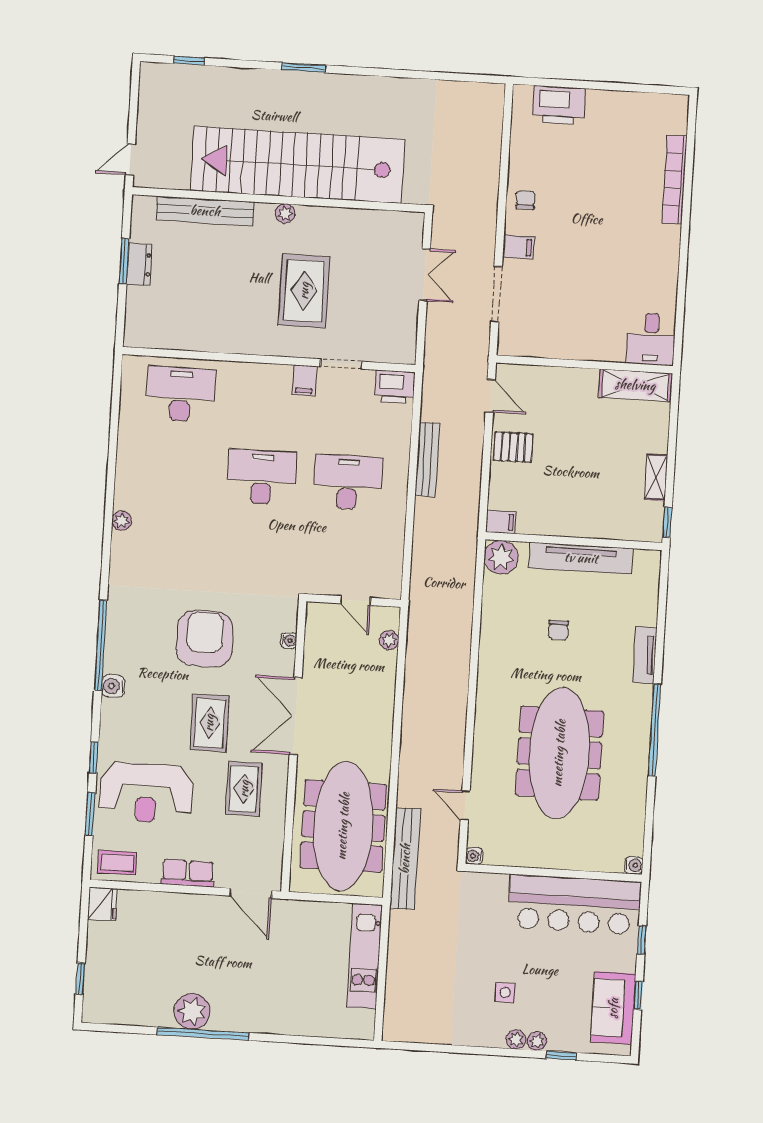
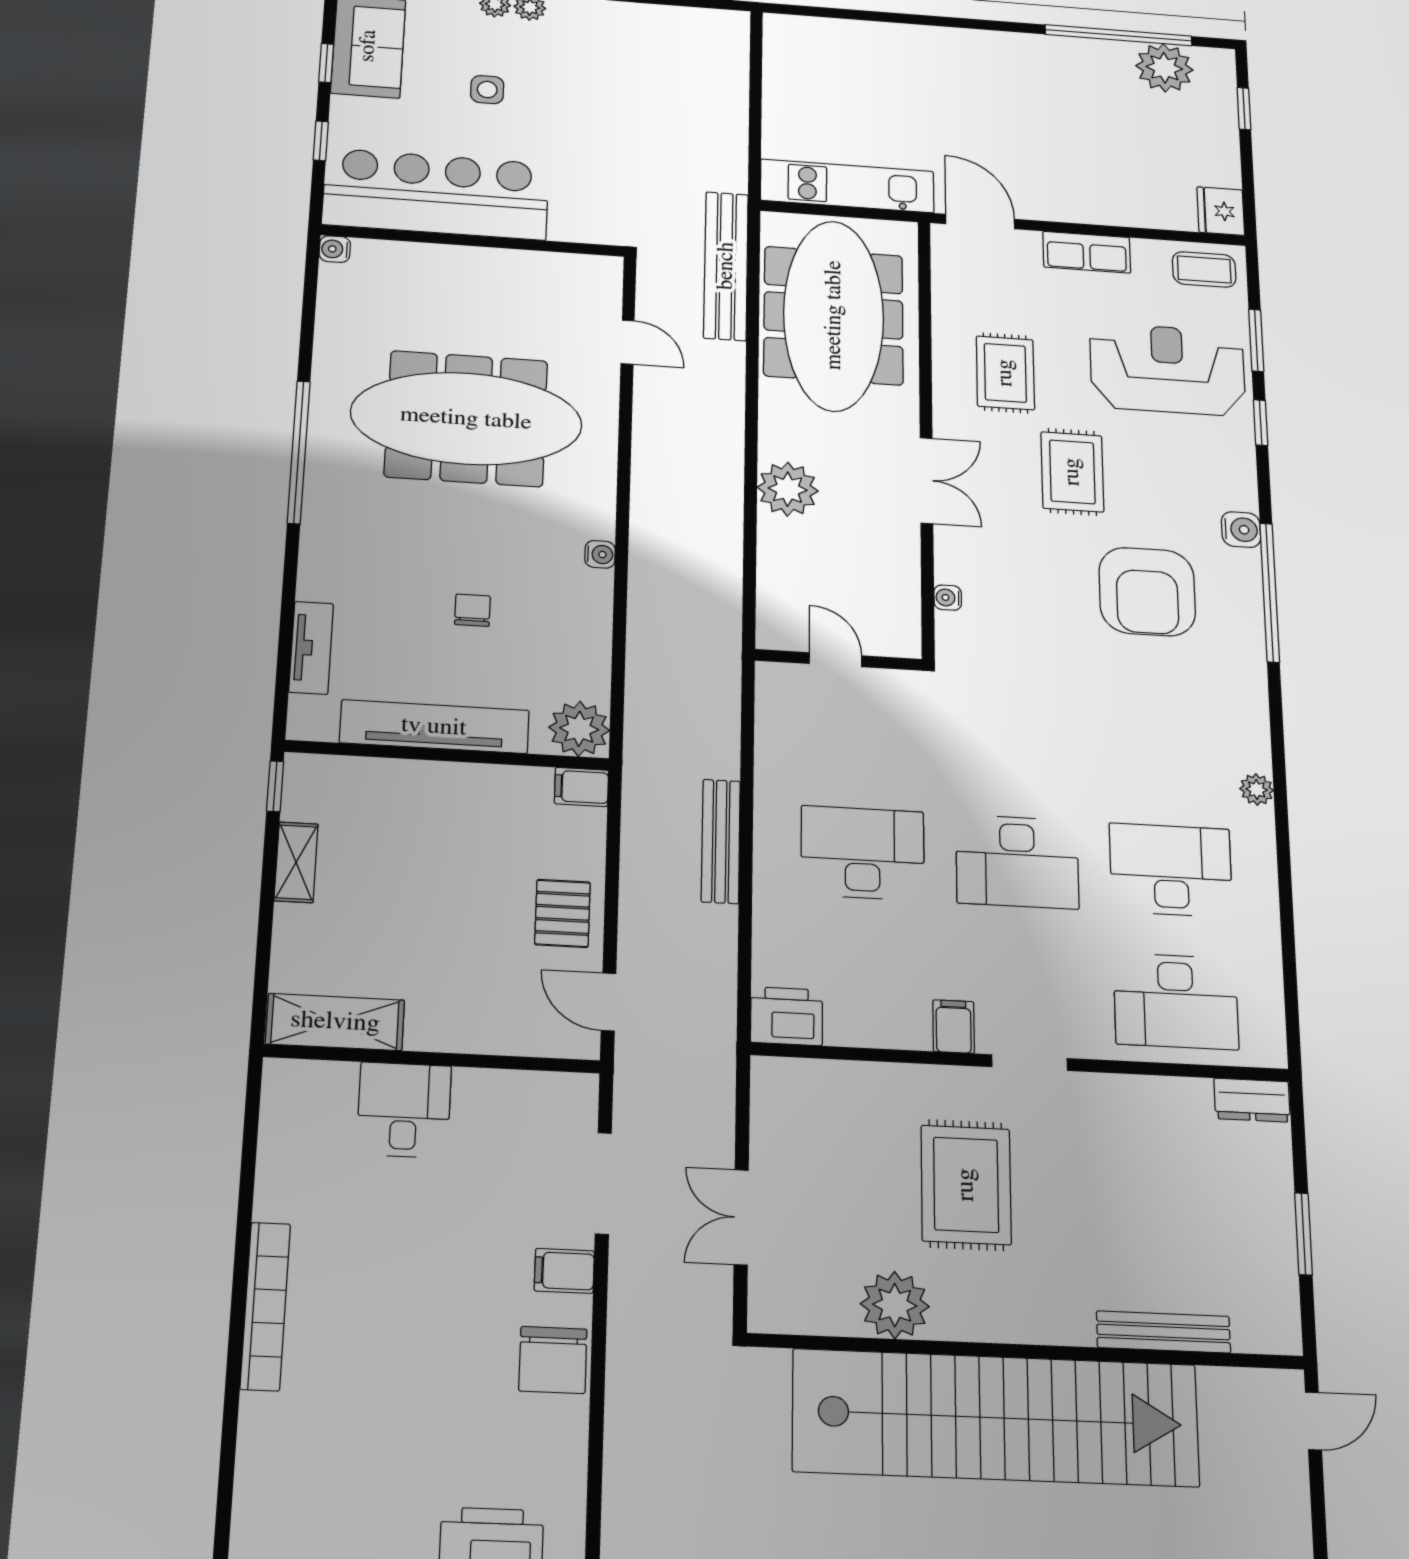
bookcase: (675, 180) -> (265, 1306), moved
chair: (525, 200) -> (553, 1360), width x1.87, depth x1.87
bench: (205, 211) -> (1163, 1332), width x0.73, depth x0.82
plant: (285, 213) -> (895, 1305), moved, width x1.88, depth x1.88
dresser: (139, 264) -> (1252, 1100), moved, turned -90
desk: (651, 339) -> (404, 1110), moved
doorway: (341, 364) -> (1030, 1063), moved
pallet: (513, 447) -> (563, 913), turned 90
bench: (427, 459) -> (721, 841), moved
desk: (176, 472) -> (1171, 870), added
desk: (348, 482) -> (862, 853), turned 180
armchair: (205, 639) -> (1147, 592), moved
plant: (389, 640) -> (788, 489), moved, width x1.87, depth x1.87
tv unit: (645, 655) -> (311, 648), moved
double door: (296, 716) -> (927, 481), width x0.73
meeting table: (559, 753) -> (466, 419), turned 90
water cooler: (474, 856) -> (600, 554), moved
kitchen unit: (365, 956) -> (847, 186), moved, turned -90
side table: (505, 992) -> (487, 90), moved
plant: (192, 1011) -> (1164, 68), moved
window: (203, 1034) -> (1119, 35), moved

